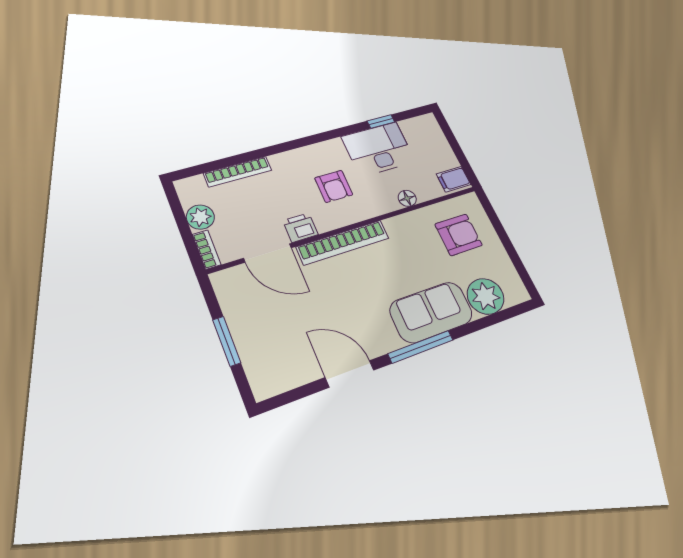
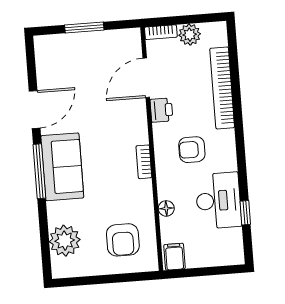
bookcase: (238, 172) -> (222, 88), width x1.48, depth x1.31
bookcase: (343, 243) -> (144, 162), width x0.43, depth x0.76
sofa: (431, 312) -> (62, 167), moved

